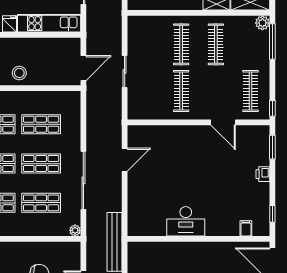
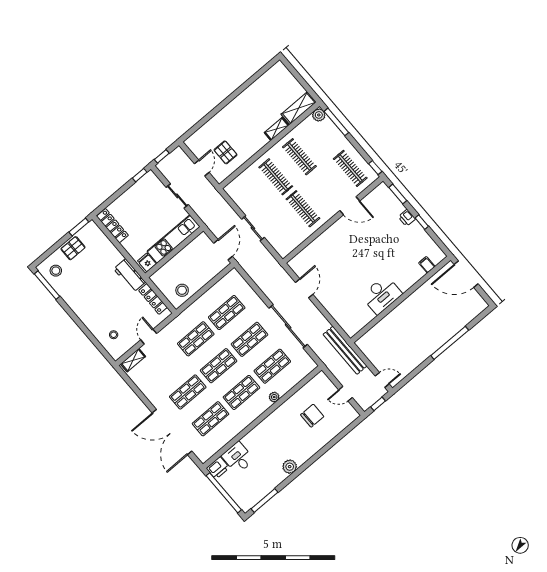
window: (272, 214) -> (422, 222), moved
plant: (75, 230) -> (274, 397), moved

